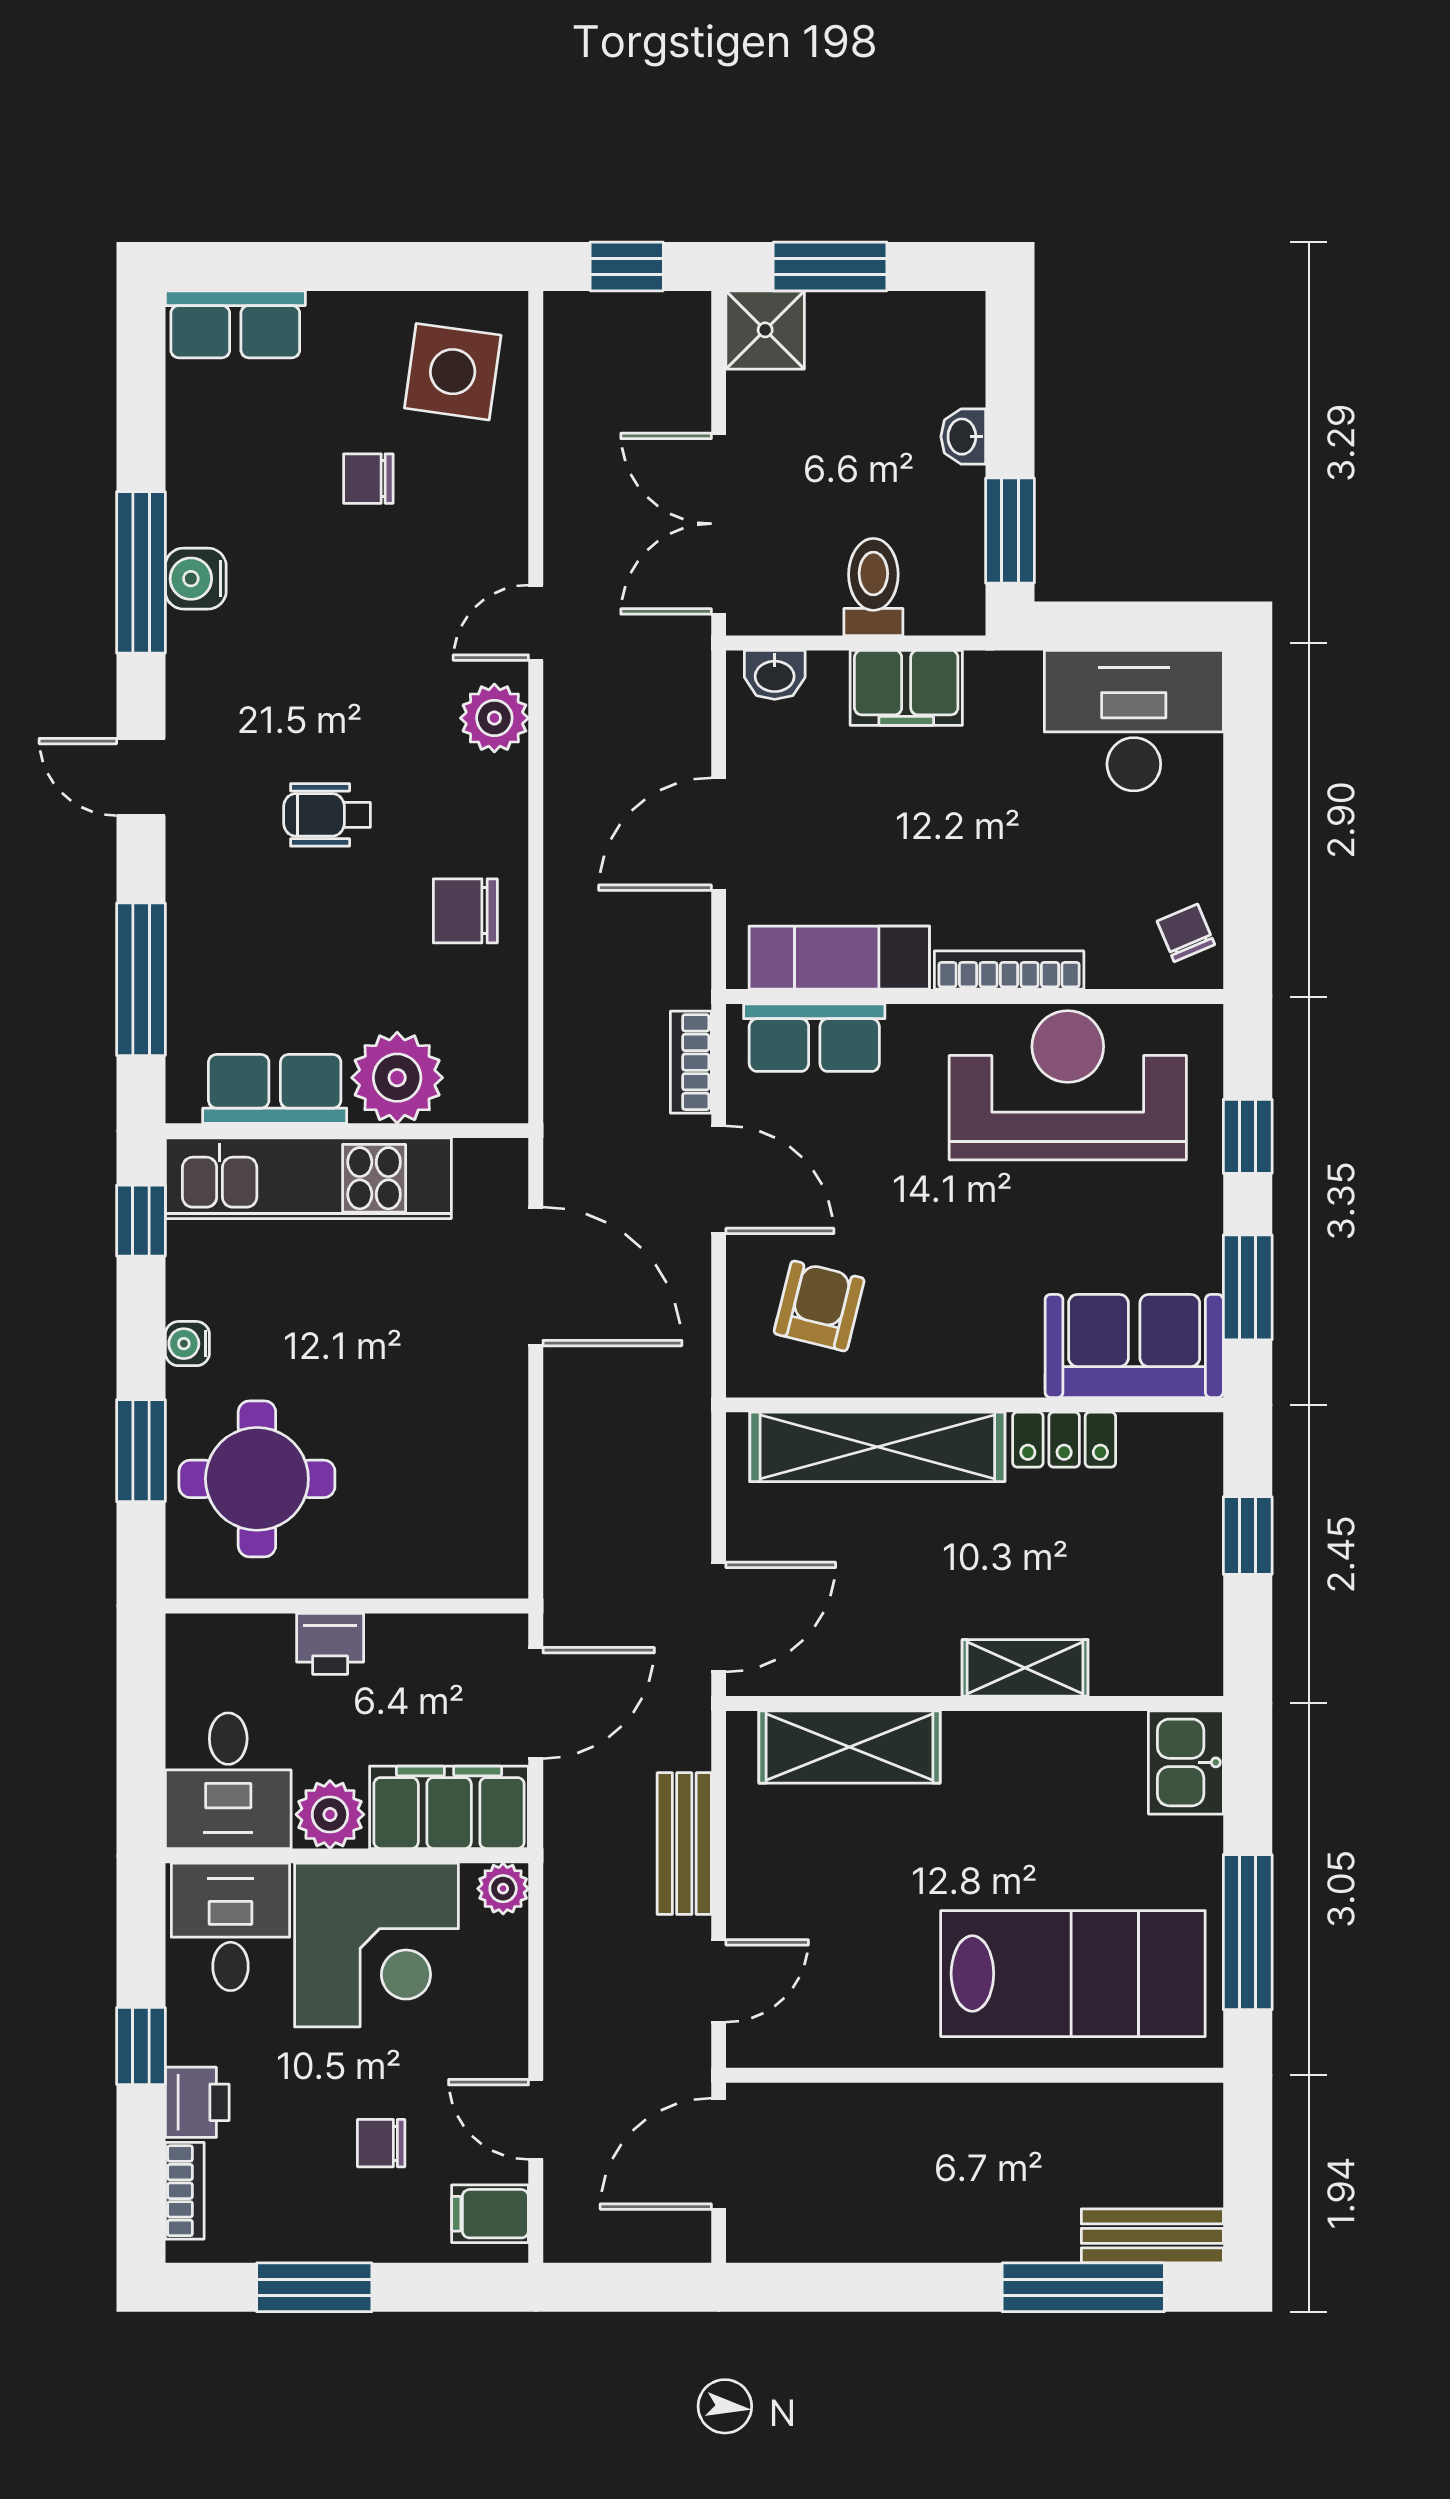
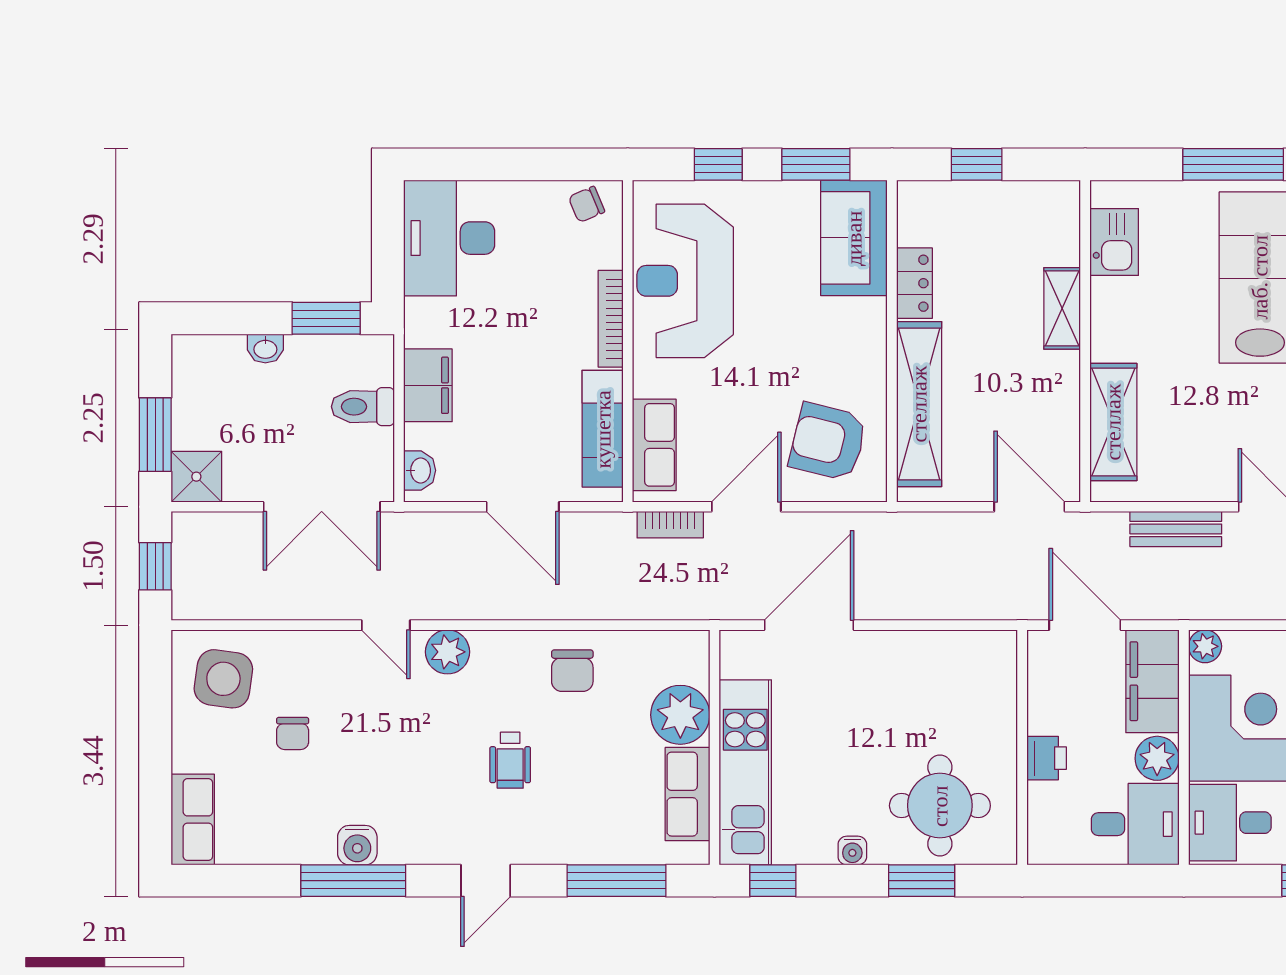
armchair: (819, 1306) -> (828, 442), width x1.38, depth x1.38
kitchen sink: (1186, 1762) -> (1114, 242), moved, turned -90

